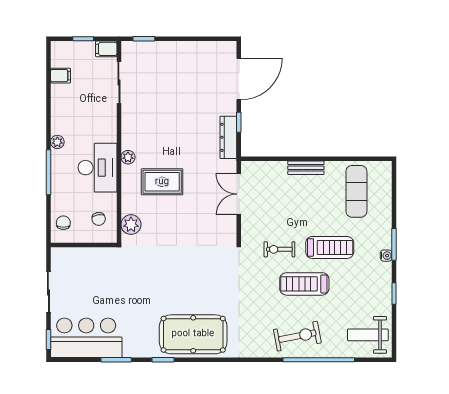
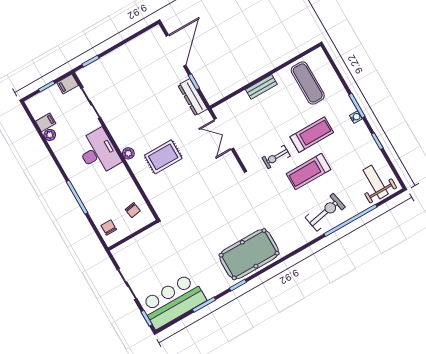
plant: (57, 142) -> (50, 135), moved
desk: (98, 168) -> (98, 152), moved
plant: (131, 225) -> (158, 201), removed
weight bench: (368, 335) -> (376, 182), turned 90

